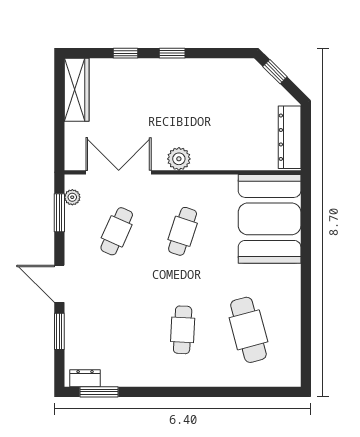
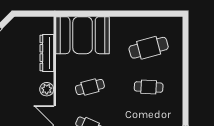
dresser: (290, 137) -> (47, 53), moved, turned 90
cafe table: (183, 231) -> (90, 87), turned -33

